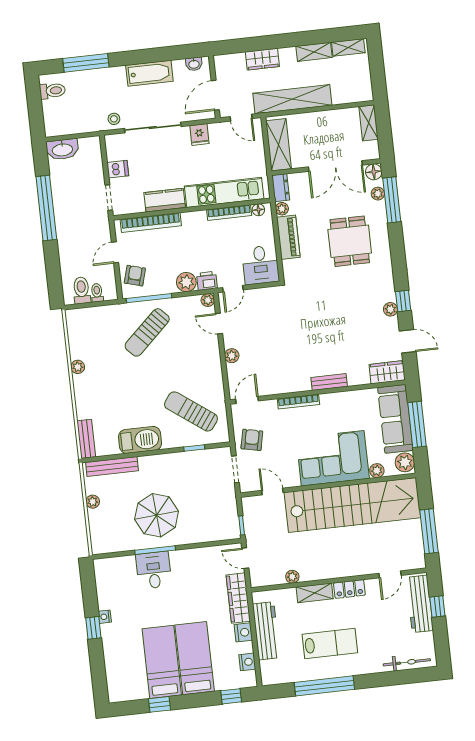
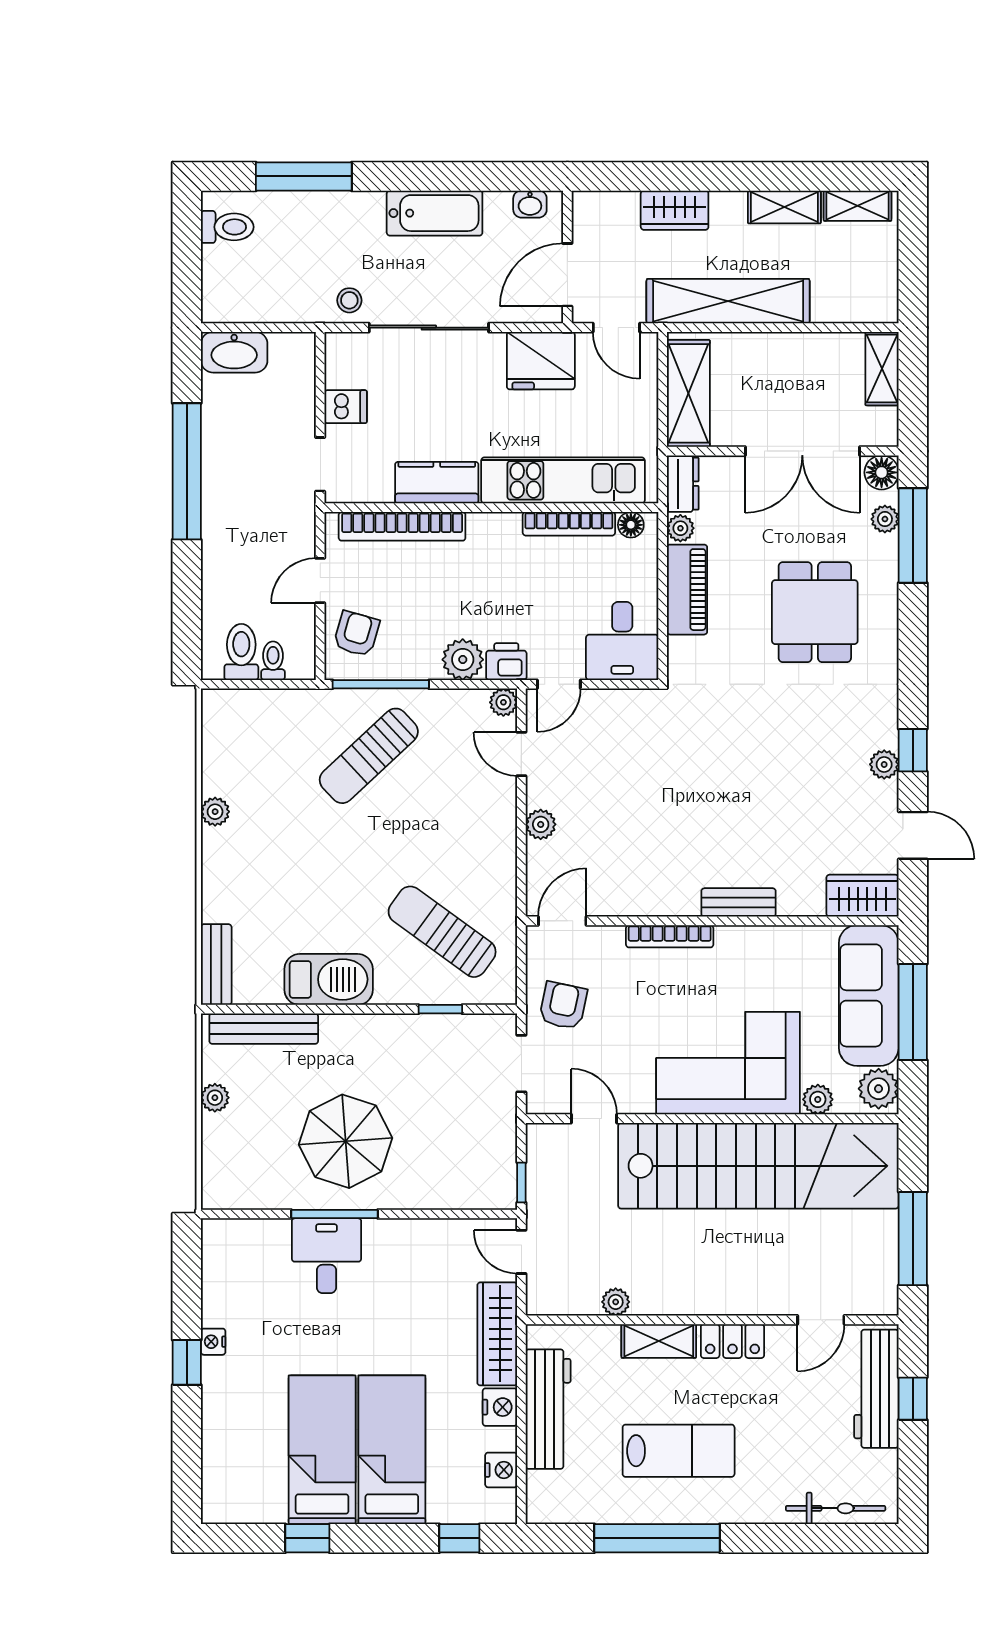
fridge: (199, 135) -> (541, 361), width x1.88, depth x1.34

